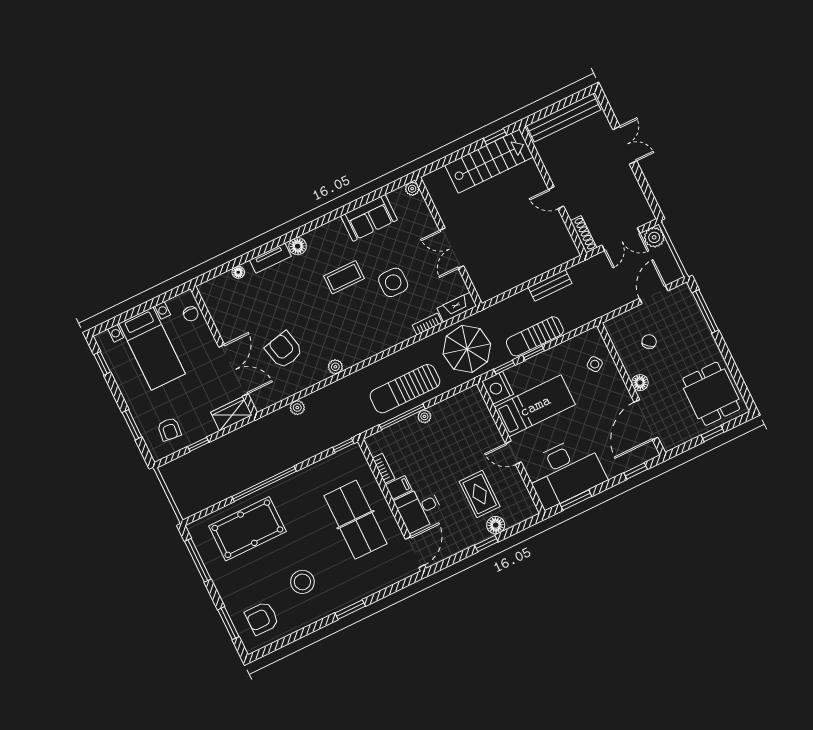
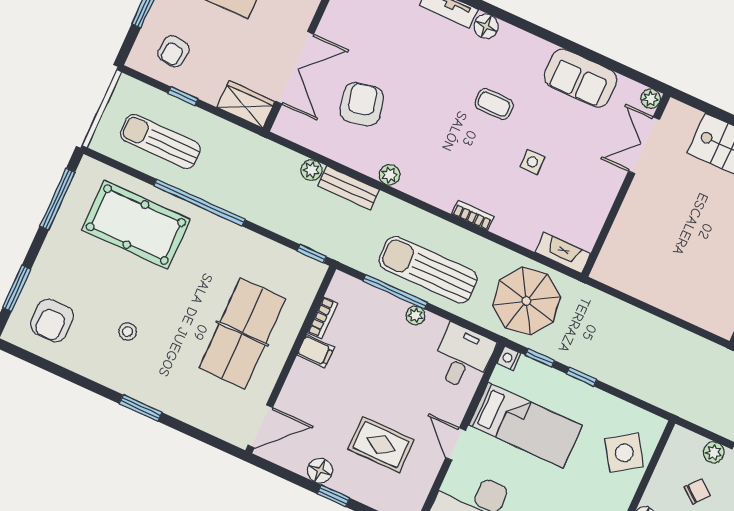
double door: (452, 248) -> (644, 145), moved
coffee table: (344, 277) -> (494, 104), width x0.73, depth x0.77
side table: (393, 282) -> (532, 162), width x0.54, depth x0.54
bench: (550, 285) -> (349, 188), moved
plant: (635, 315) -> (714, 452), added
bookcase: (427, 324) -> (473, 215), moved
sun lounger: (535, 336) -> (160, 141), moved
side table: (595, 364) -> (624, 453), width x1.87, depth x1.87
nightstand: (498, 388) -> (509, 358), width x0.53, depth x0.56
rug: (480, 494) -> (381, 445), turned 90
desk: (419, 509) -> (463, 357), moved, turned 90
floor lamp: (496, 525) -> (320, 471), moved
stool: (302, 582) -> (128, 332), width x0.53, depth x0.53
armchair: (262, 618) -> (52, 320), turned -90

